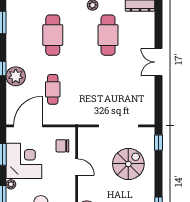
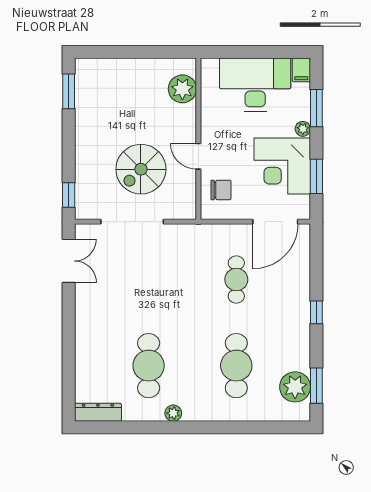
double door: (158, 62) -> (69, 261), moved
plant: (16, 76) -> (295, 387), moved
spiral stairs: (128, 164) -> (141, 169), moved

